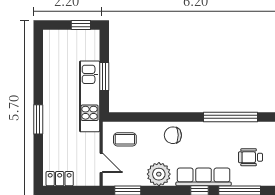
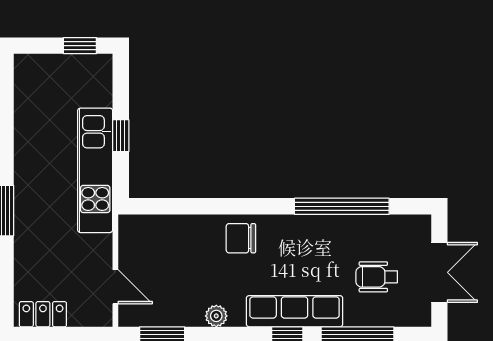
window: (104, 77) -> (121, 136), width x0.67
coffee table: (125, 139) -> (157, 246), removed
plant: (159, 174) -> (216, 316), width x0.53, depth x0.53

